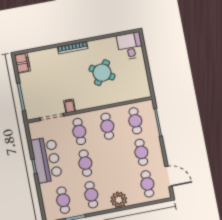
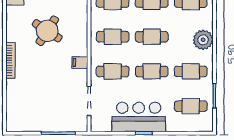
filing cabinet: (22, 63) -> (18, 124), removed
filing cabinet: (70, 106) -> (80, 62), moved
cafe table: (113, 158) -> (152, 37), added

